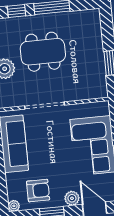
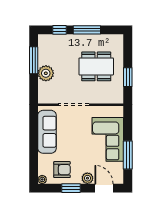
dining table: (43, 52) -> (96, 66), moved

